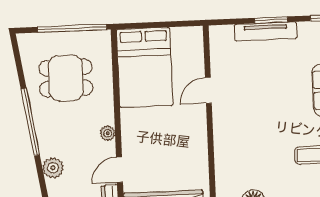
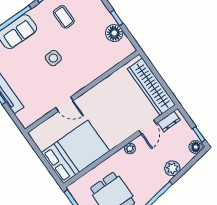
side table: (270, 112) -> (53, 58), added
door: (120, 170) -> (147, 127), hinge flipped

